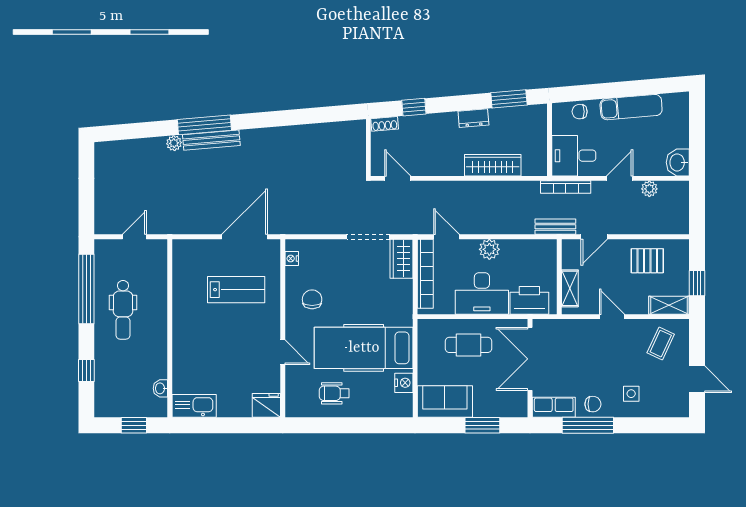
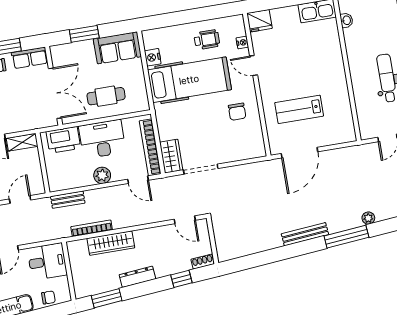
dresser: (473, 118) -> (137, 277), width x1.44
bench: (211, 140) -> (305, 234), moved
bookcase: (566, 187) -> (92, 228), moved
bench: (555, 227) -> (68, 200), moved
nightstand: (292, 258) -> (242, 43), moved
shelving: (570, 288) -> (22, 142), moved, turned 90

